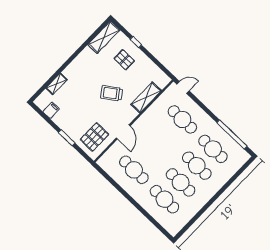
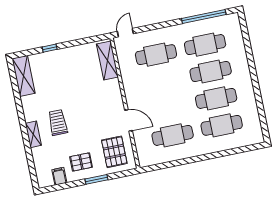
pallet: (124, 60) -> (81, 162), moved
shelving: (57, 84) -> (33, 134), moved
trolley: (112, 93) -> (58, 122), moved, turned 125
shelving: (146, 97) -> (107, 61), moved

